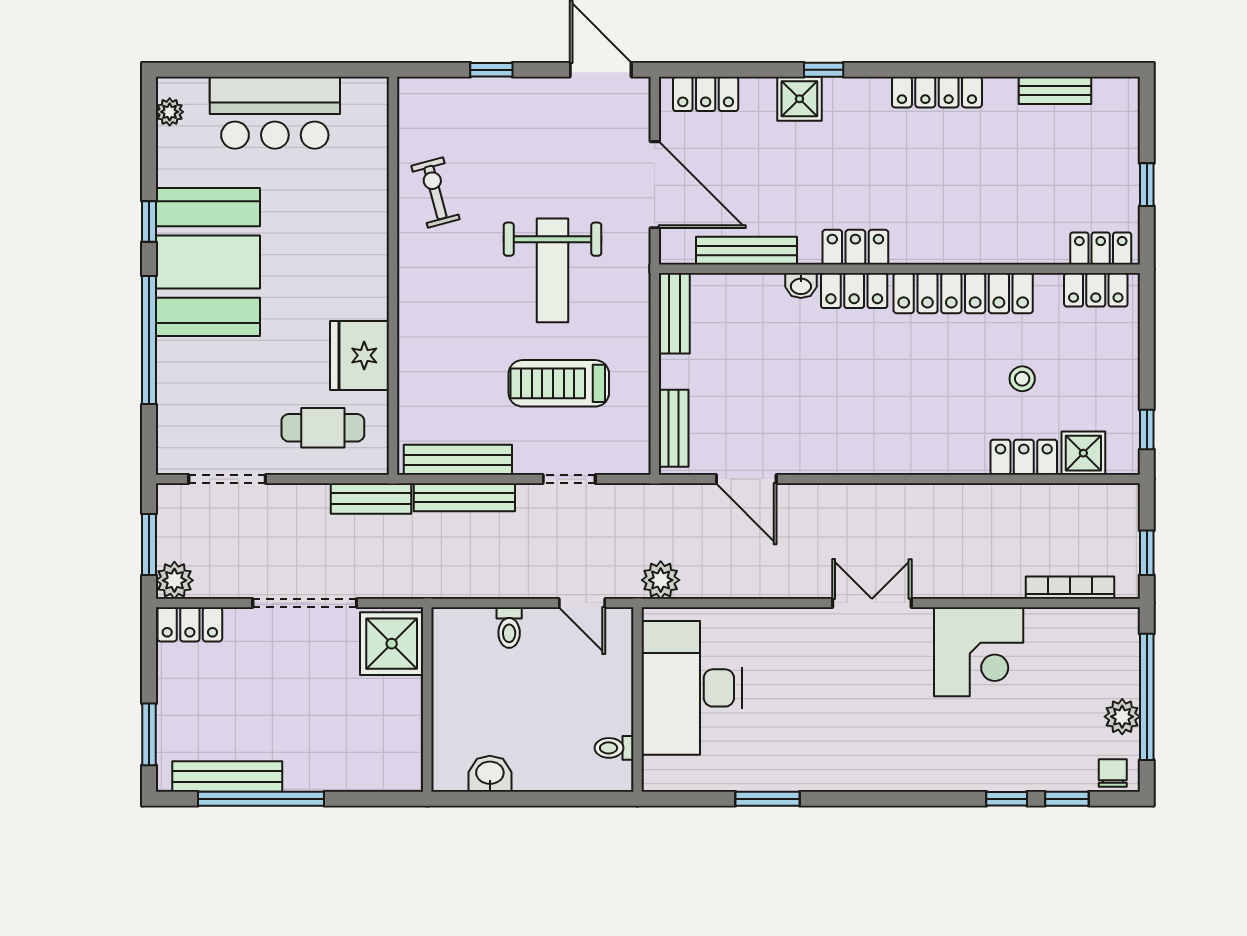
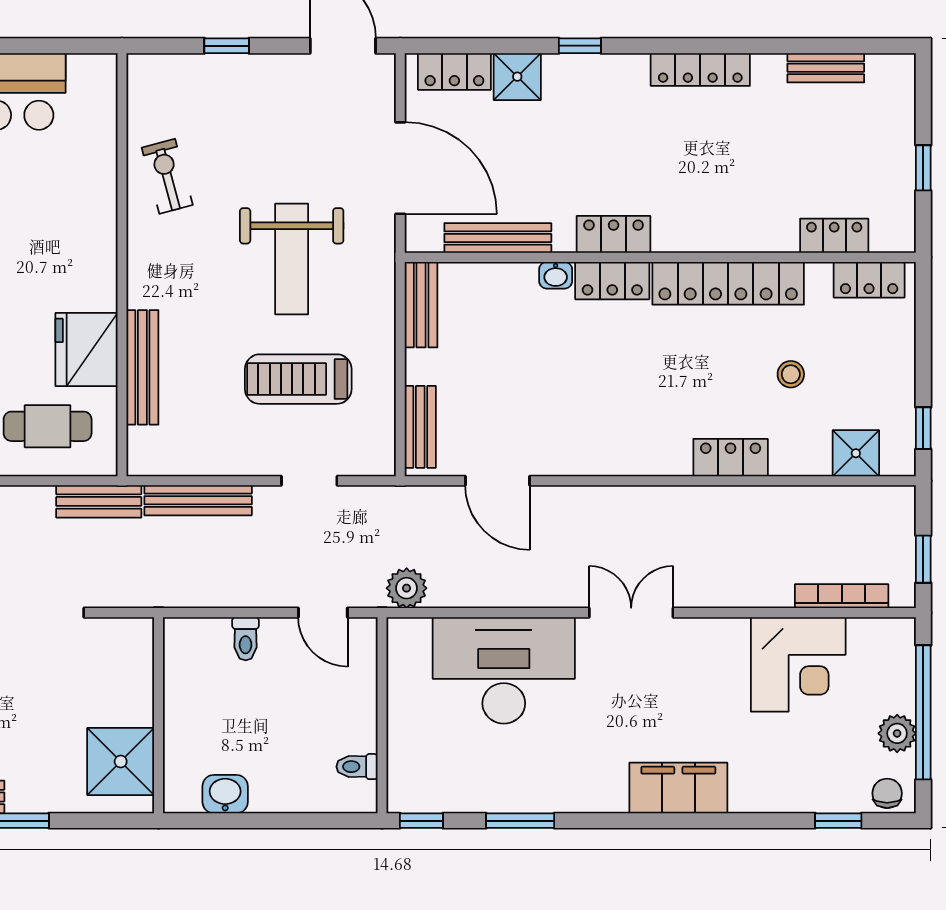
shower: (799, 99) -> (517, 77), moved
locker: (1101, 249) -> (834, 236), moved
locker: (1024, 457) -> (731, 458), moved
bench: (458, 460) -> (142, 367), moved, turned 90
shower: (392, 644) -> (121, 761), moved
corner desk: (979, 652) -> (798, 664), moved
desk: (692, 688) -> (504, 670), moved, turned 90
filing cabinet: (916, 768) -> (678, 788), added
window: (1007, 799) -> (421, 821), moved

